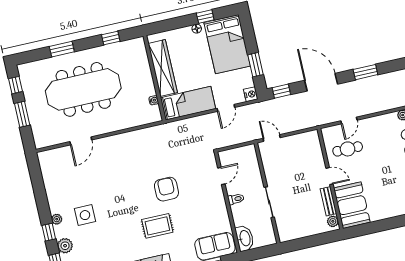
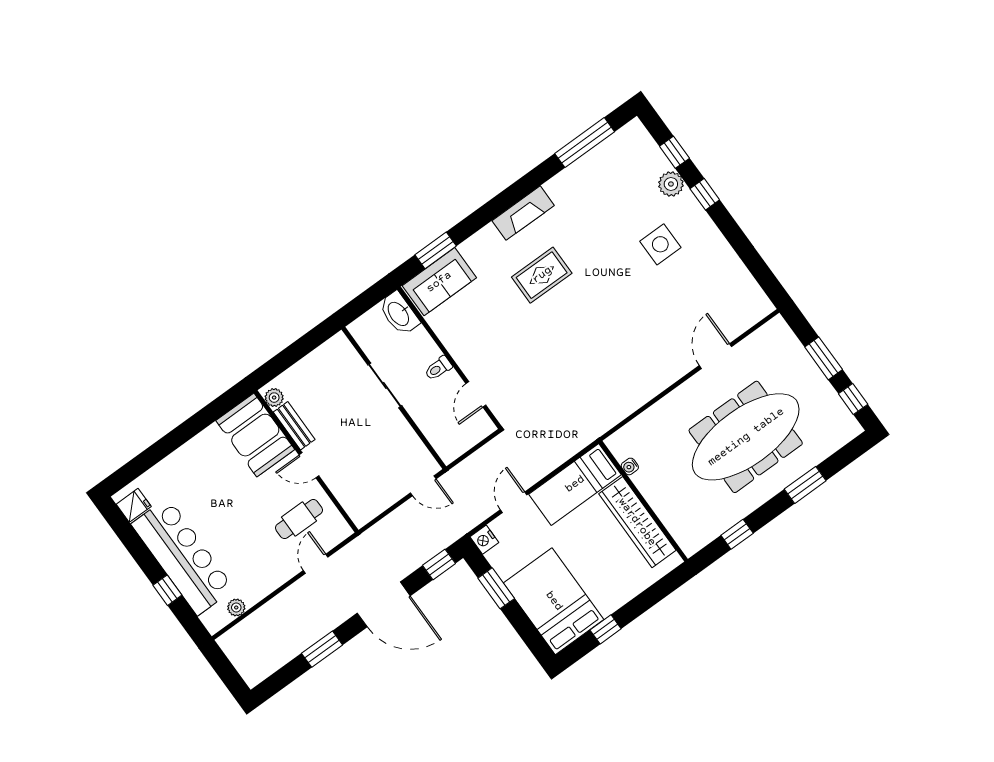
floor lamp: (197, 29) -> (611, 605), removed
armchair: (166, 189) -> (552, 338), removed
plant: (57, 219) -> (701, 219), removed

